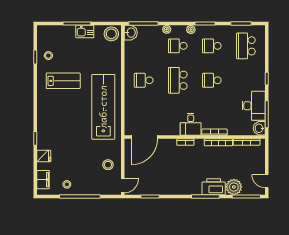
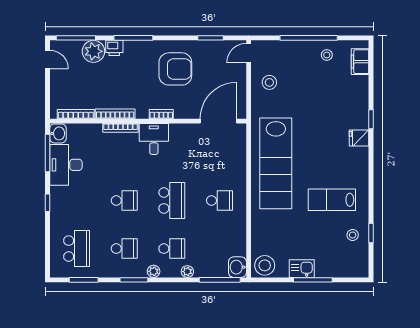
fridge: (44, 156) -> (359, 138), moved
armchair: (175, 174) -> (175, 69), added
printer: (214, 187) -> (114, 48), width x0.53, depth x0.68

